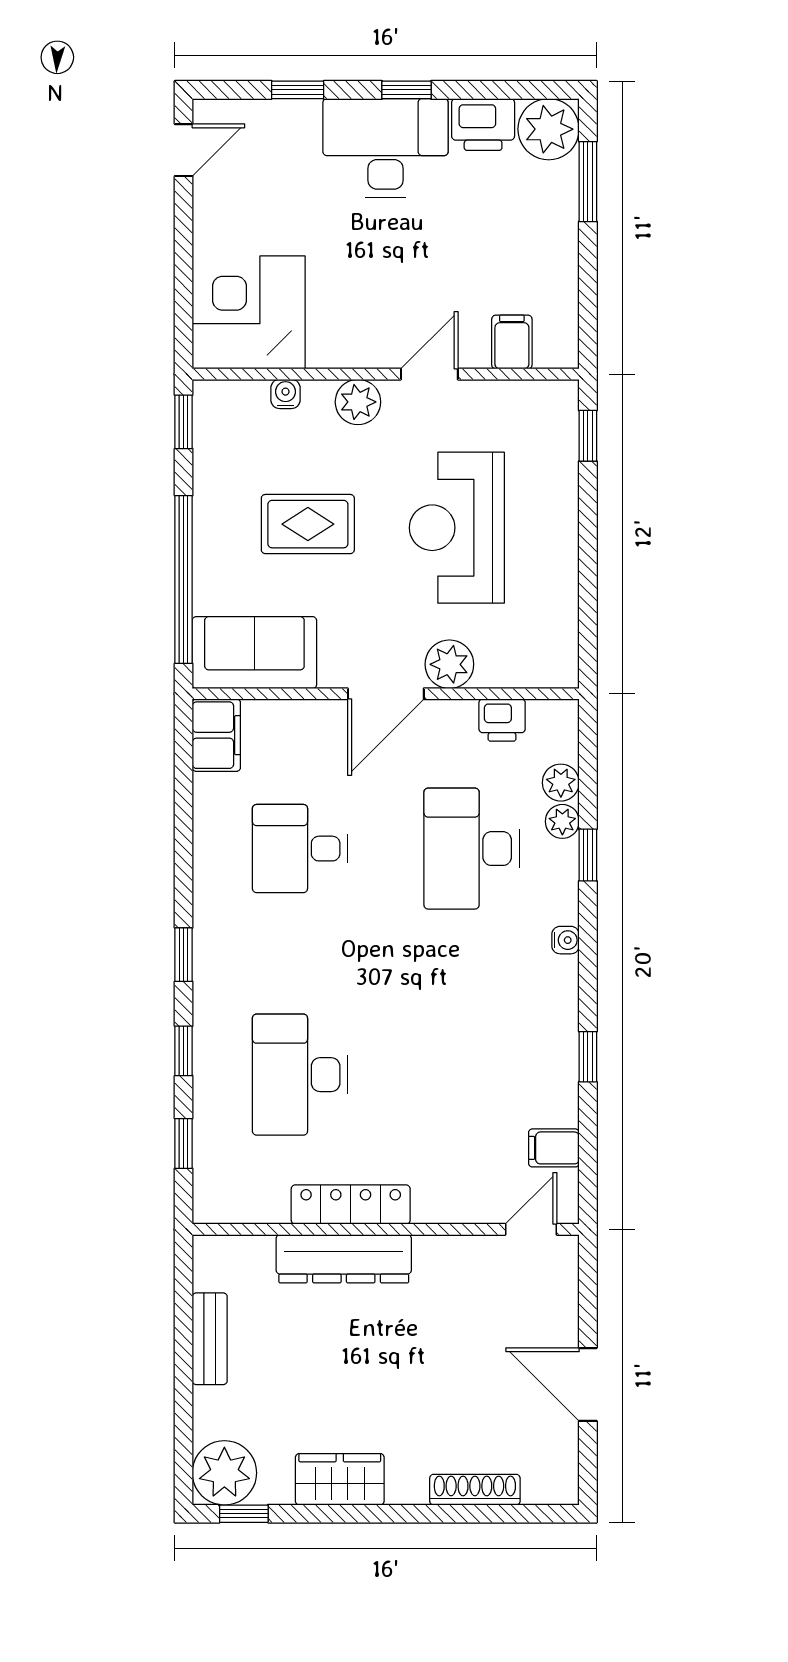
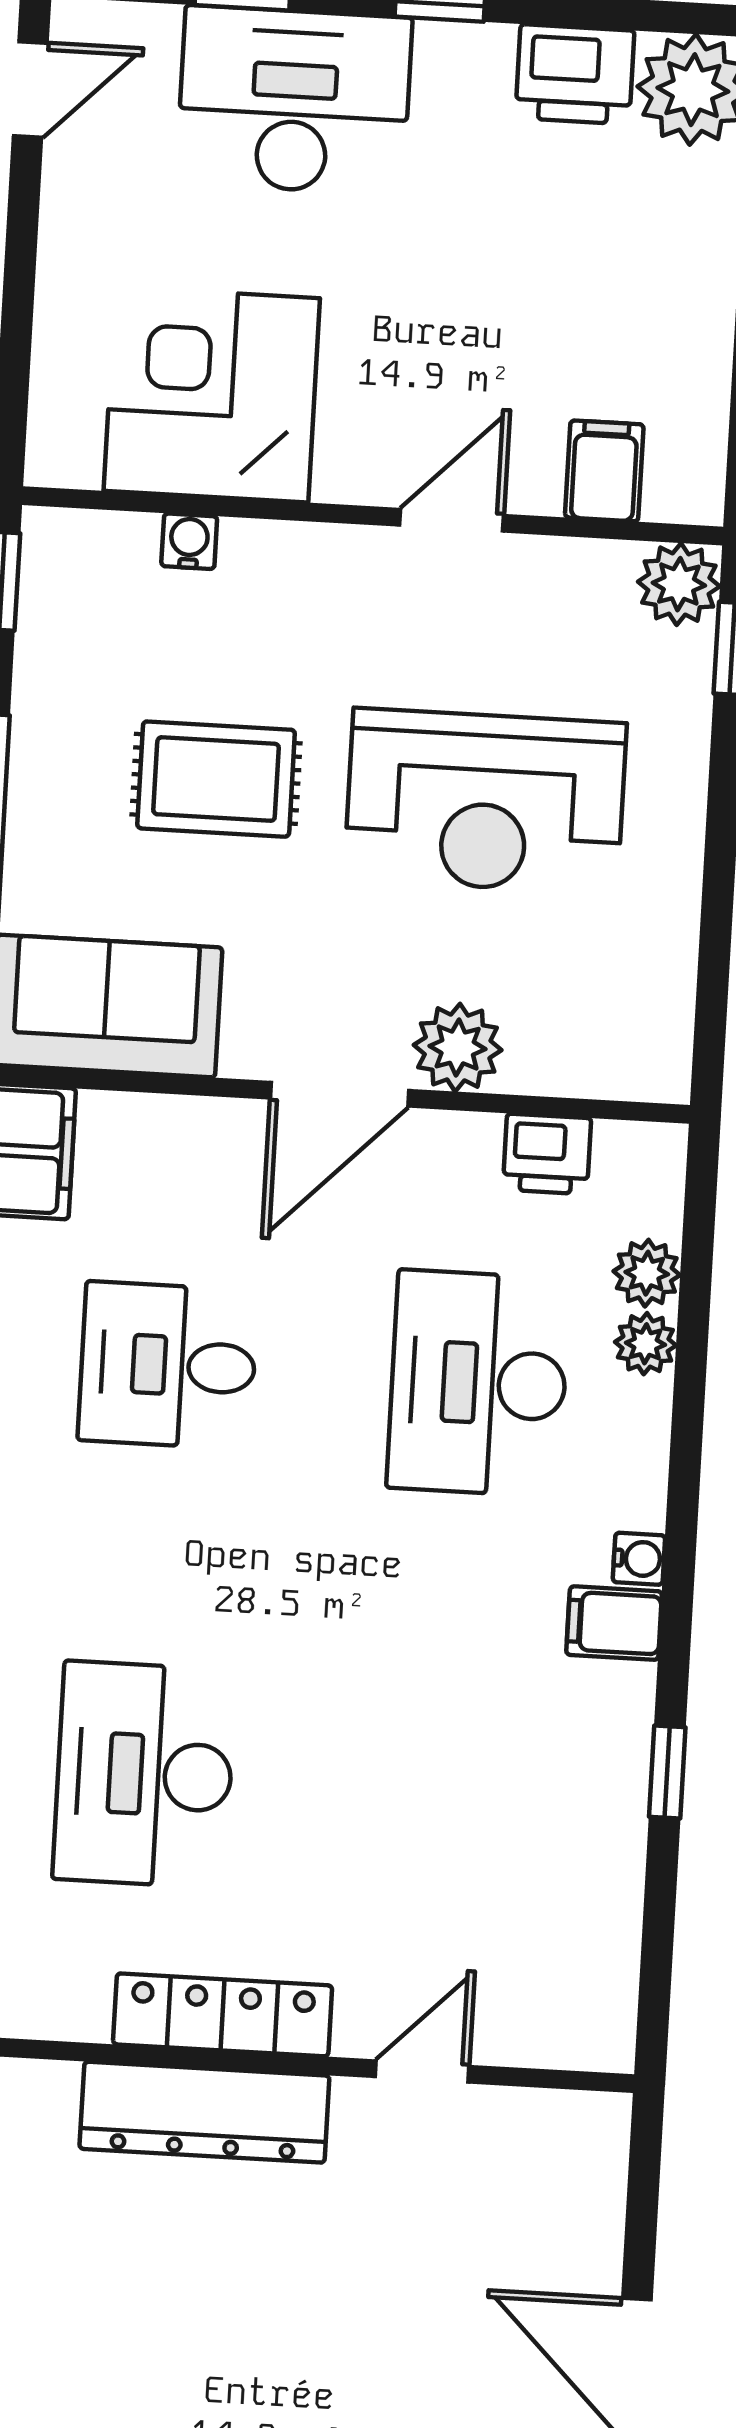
desk: (386, 148) -> (294, 100), moved
corner desk: (249, 312) -> (212, 395), moved
plant: (358, 402) -> (679, 584), moved
reception desk: (457, 528) -> (485, 801), turned -90
window: (588, 855) -> (688, 1407), removed
filing cabinet: (554, 1148) -> (614, 1623), moved
door: (531, 1229) -> (422, 2071), moved

